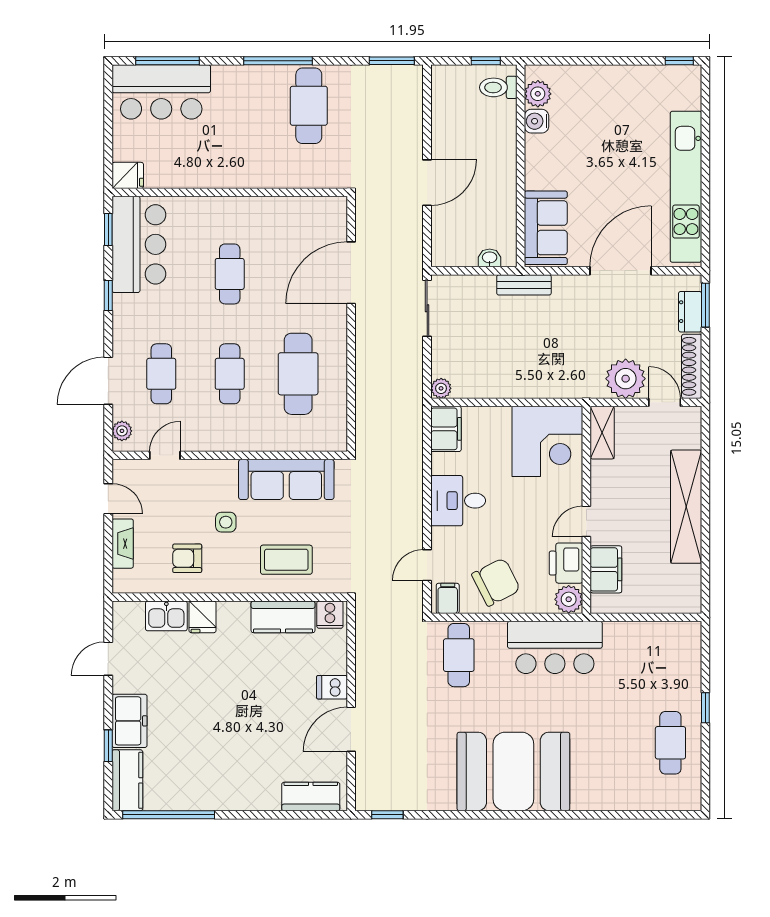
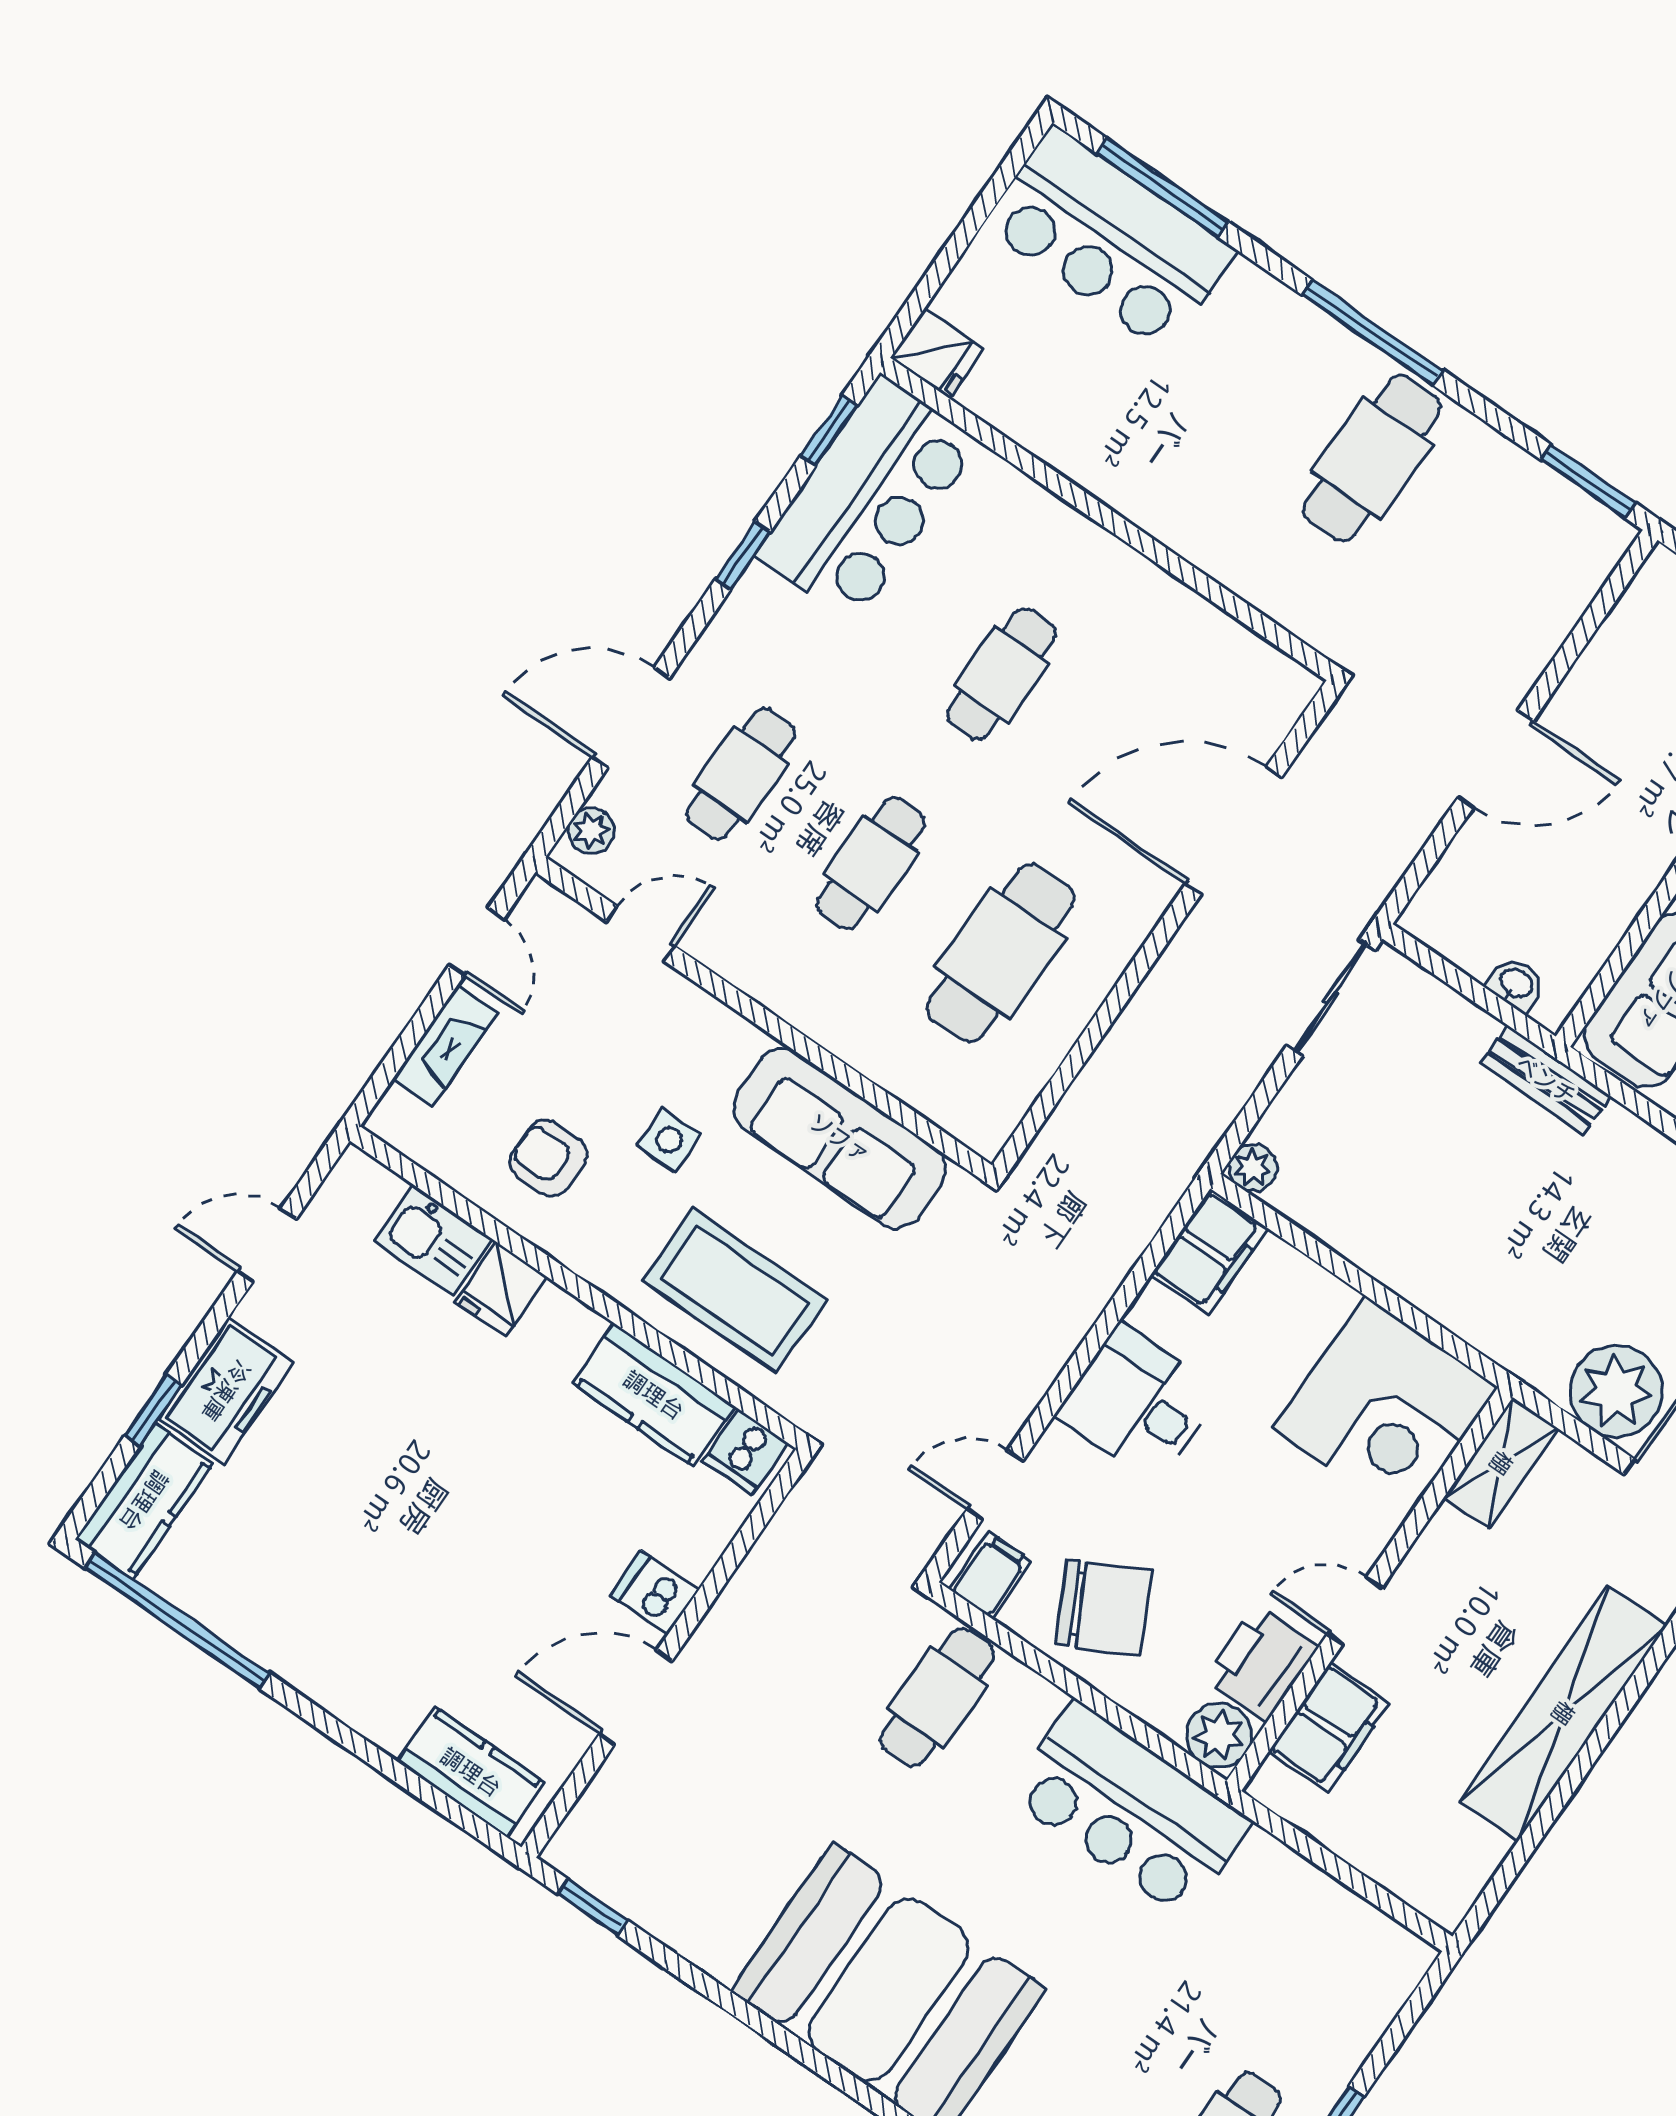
coffee table: (286, 560) -> (735, 1291), width x1.36, depth x1.32

